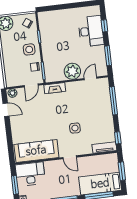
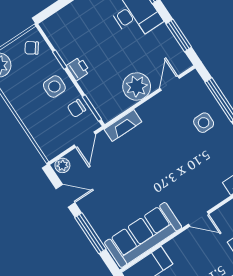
printer: (46, 46) -> (78, 69), added
side table: (75, 128) -> (204, 123), moved
window: (9, 136) -> (90, 233), added

